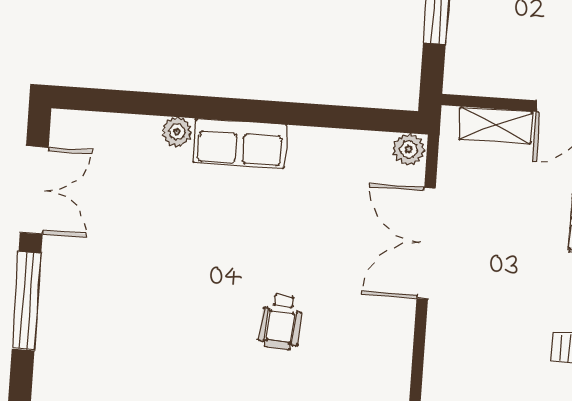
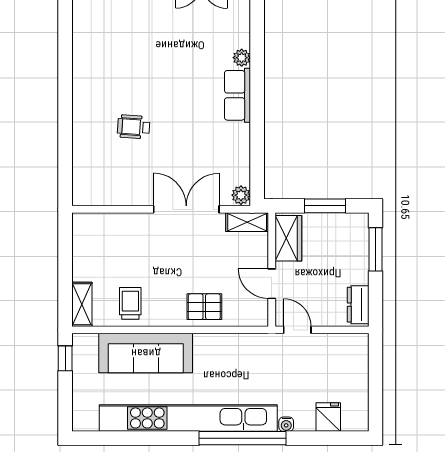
wardrobe: (487, 75) -> (288, 238), added
shelving: (496, 125) -> (247, 222), moved, turned 90

